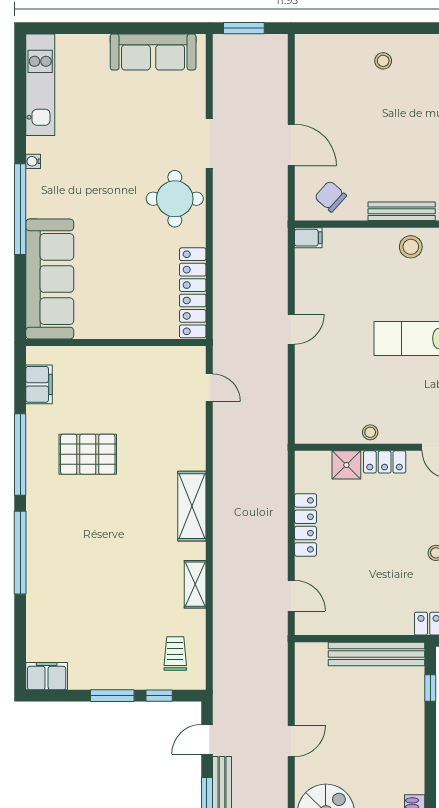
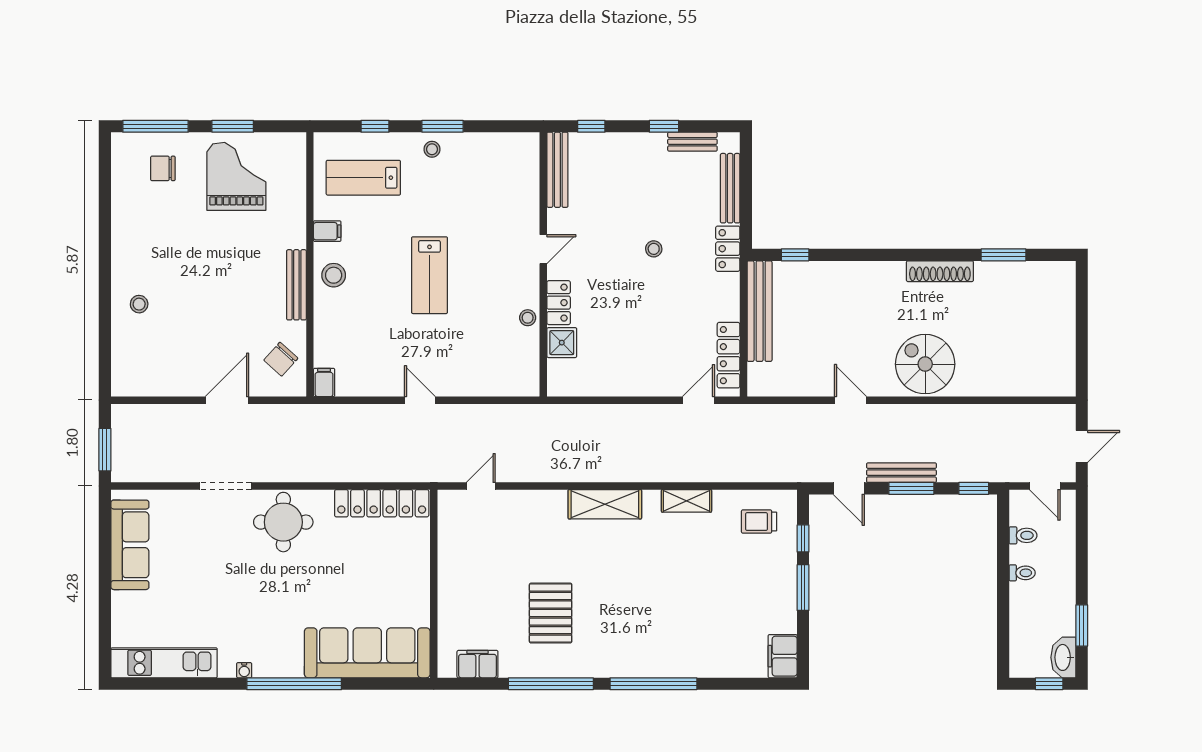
locker: (305, 525) -> (729, 355), moved, turned -90

